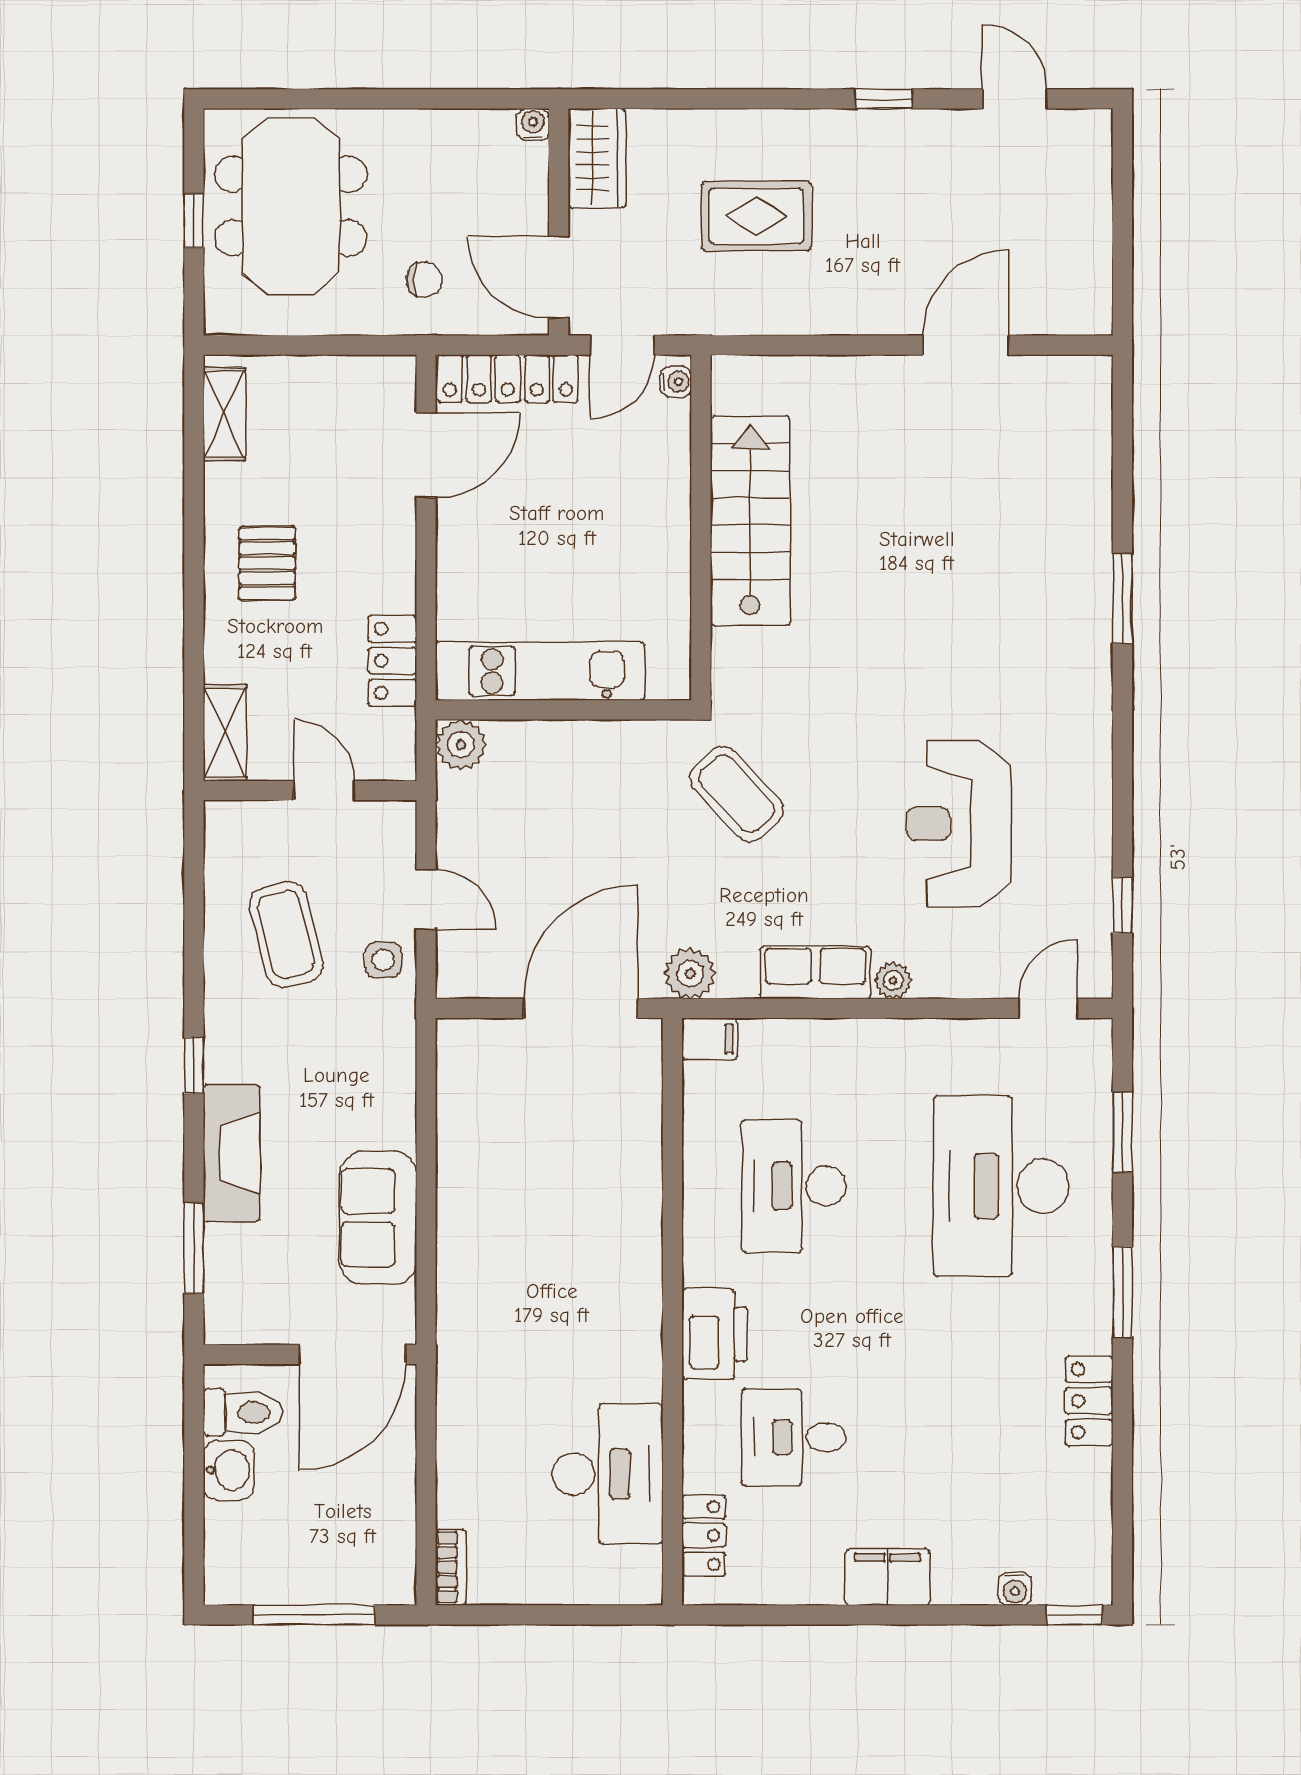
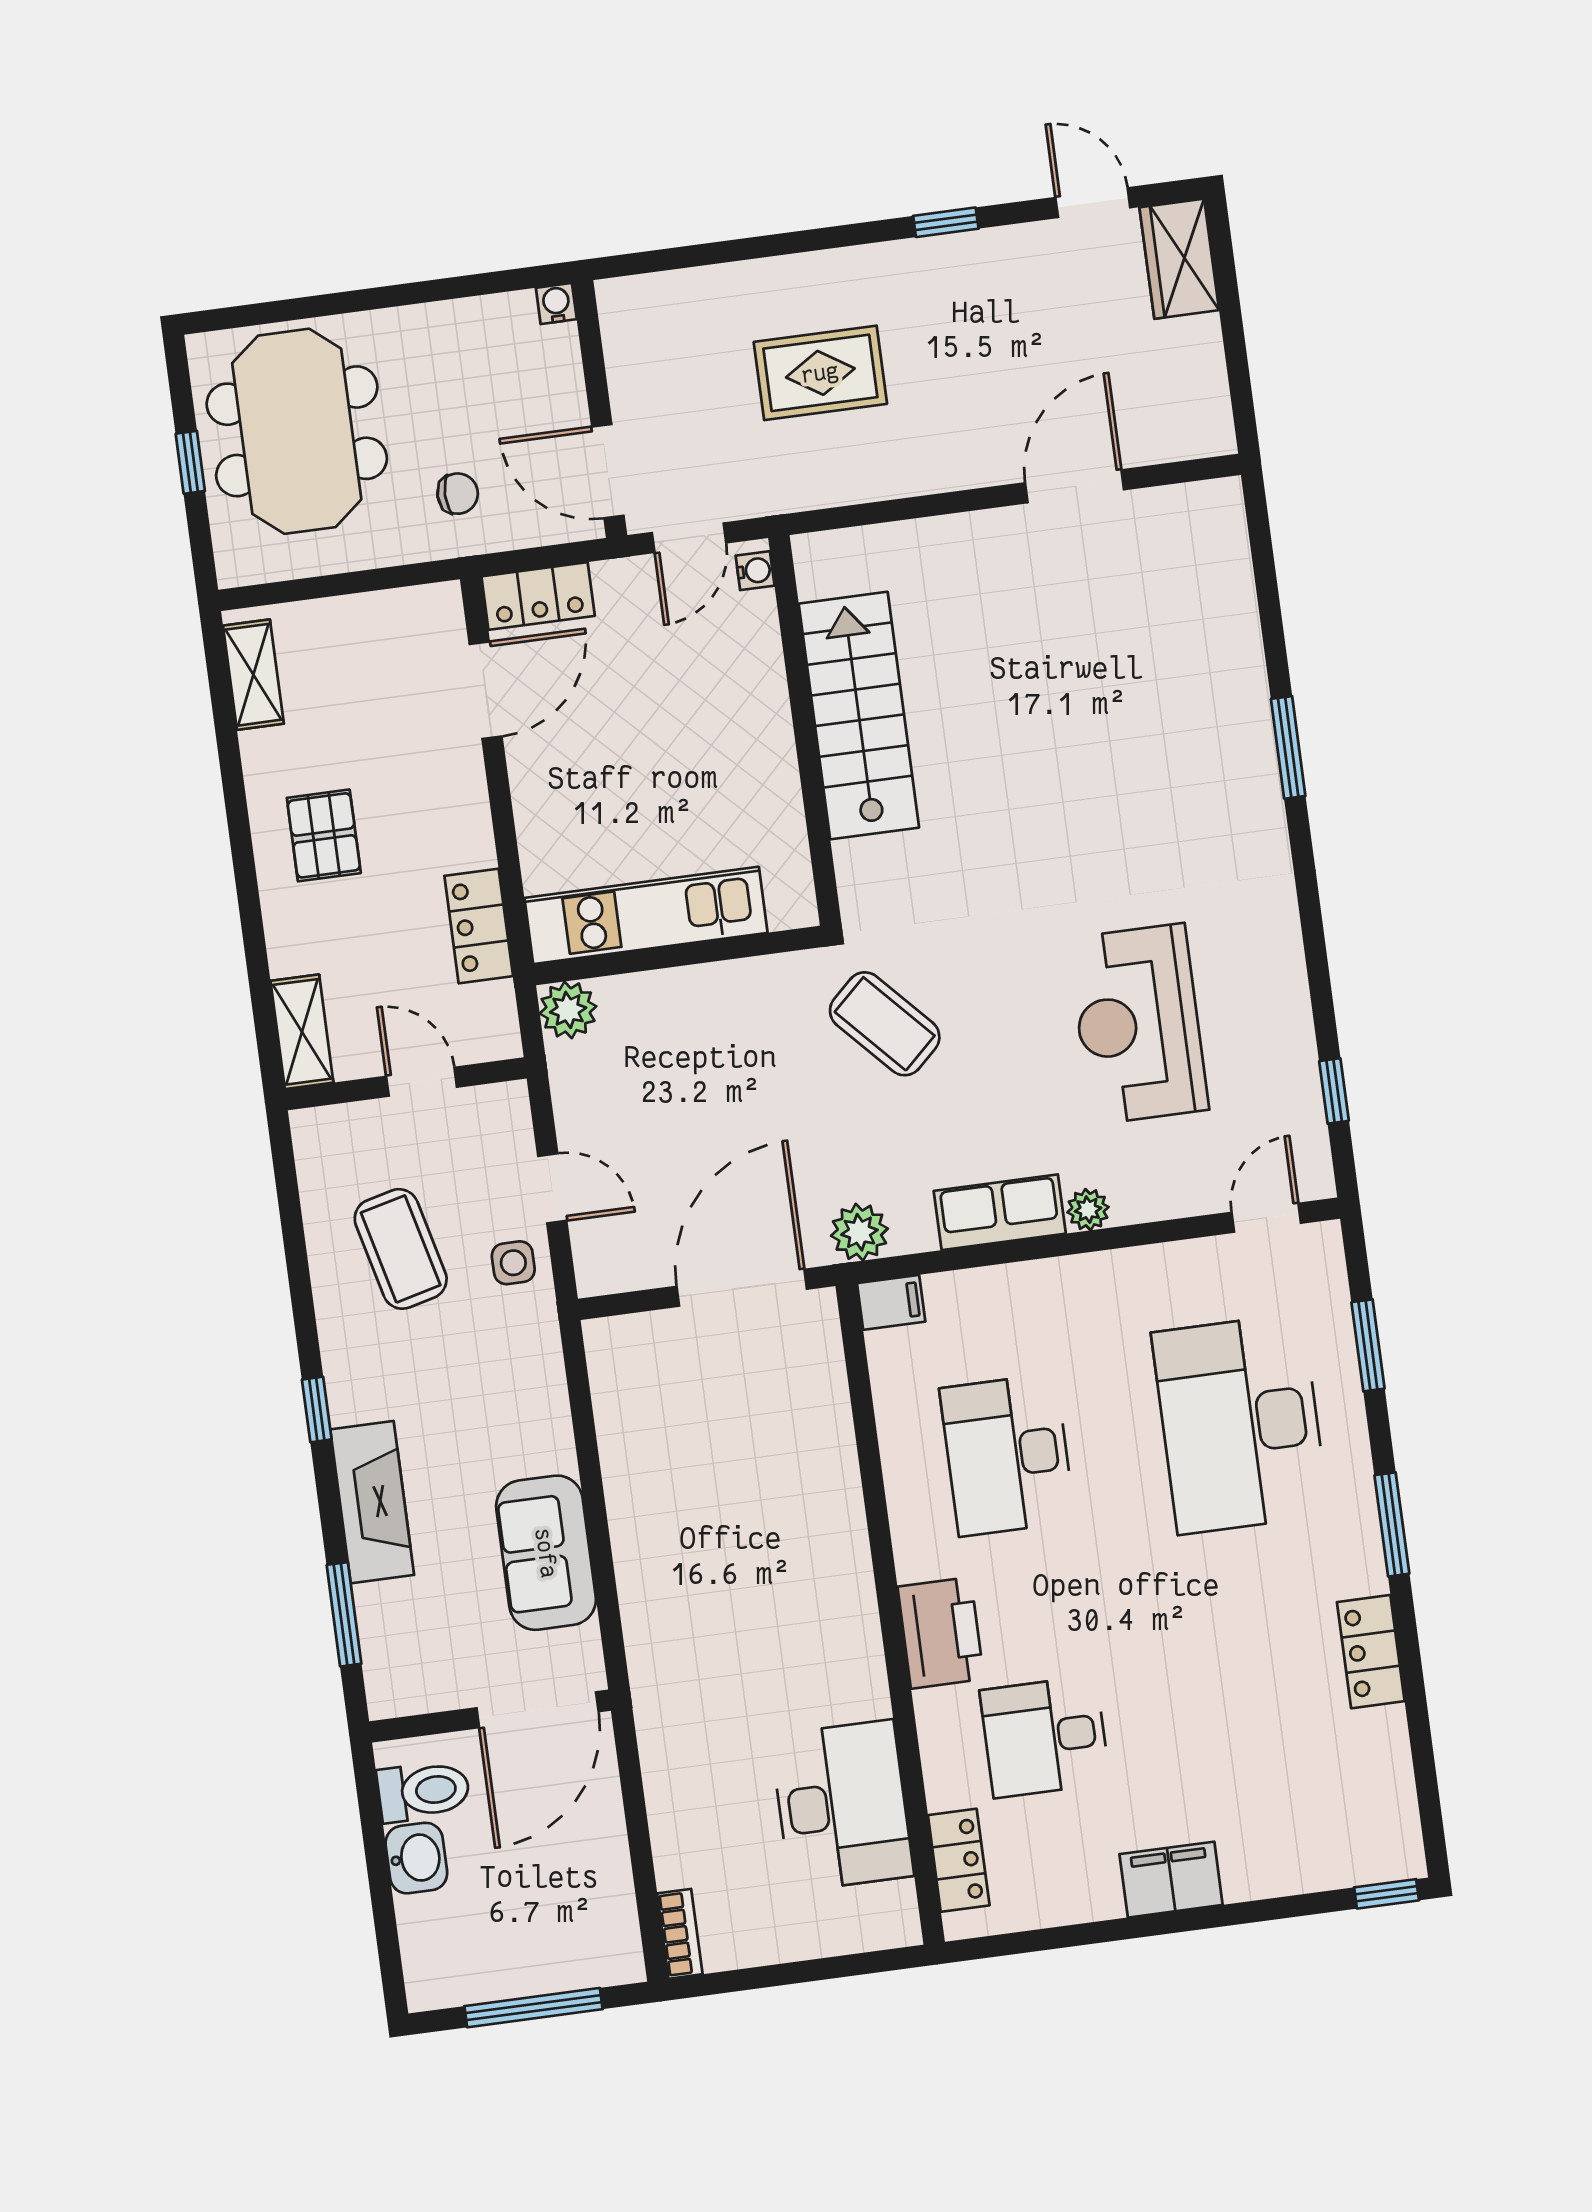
wardrobe: (597, 158) -> (1179, 259), moved, turned 180
locker: (508, 379) -> (538, 596), width x0.66
water cooler: (1015, 1589) -> (1316, 1873), removed

